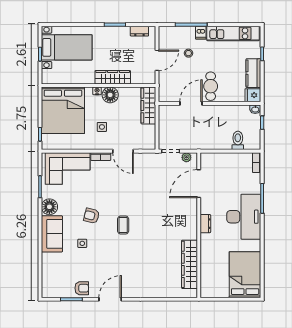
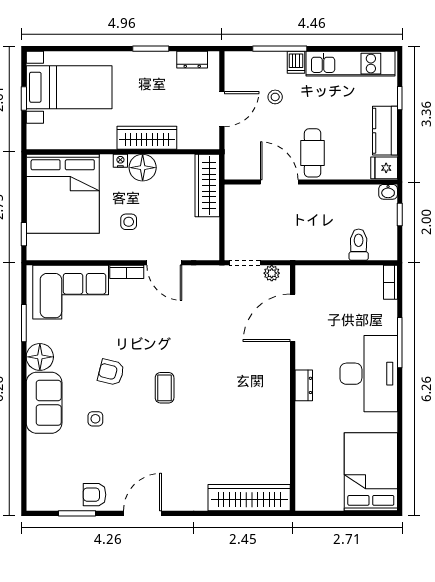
door: (191, 103) -> (279, 182), hinge flipped
wardrobe: (190, 264) -> (249, 498), moved, turned 90
armchair: (82, 288) -> (95, 495), turned 180

